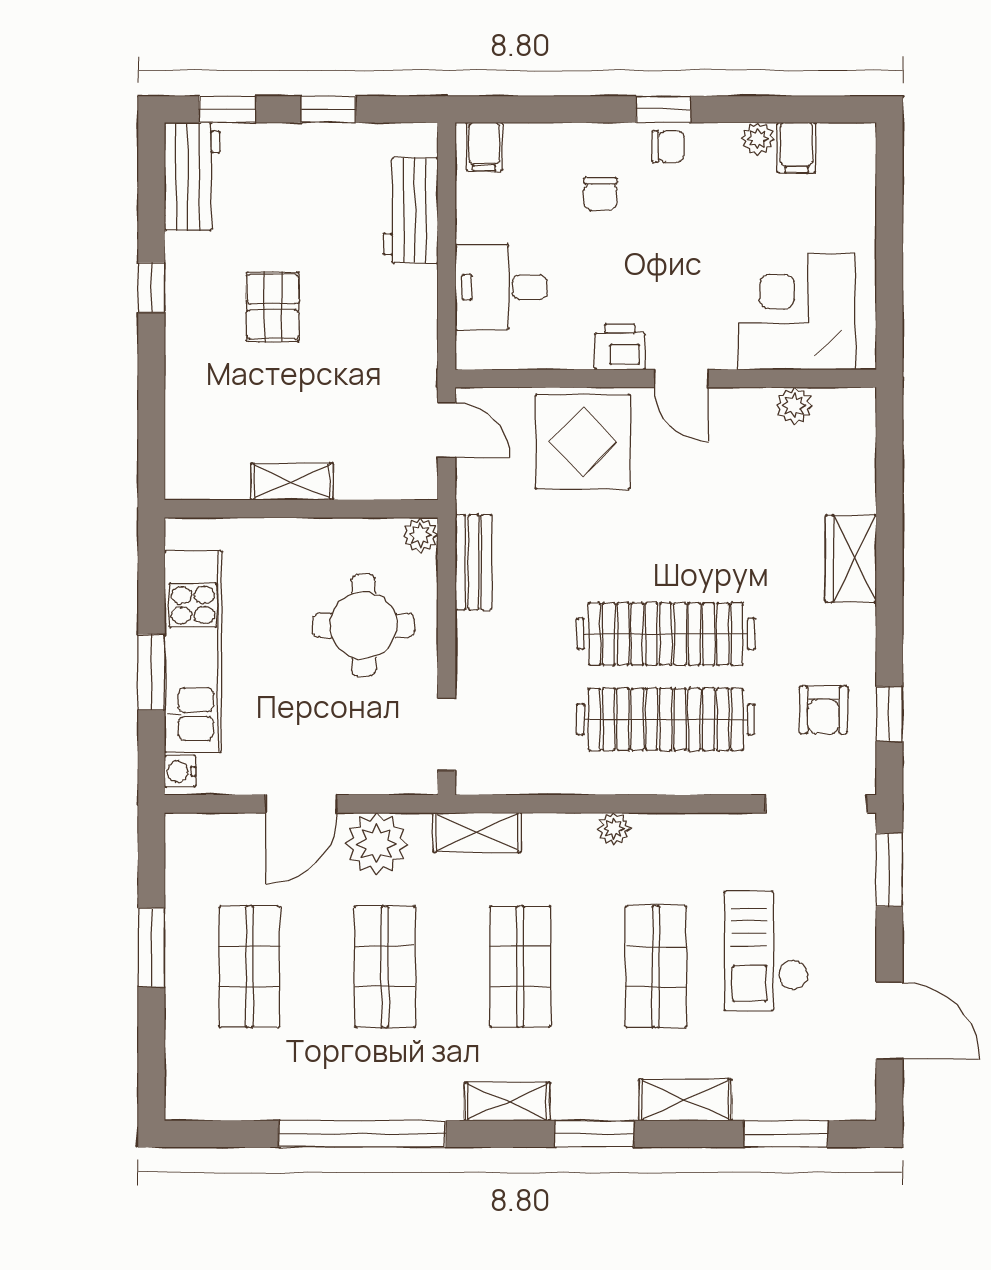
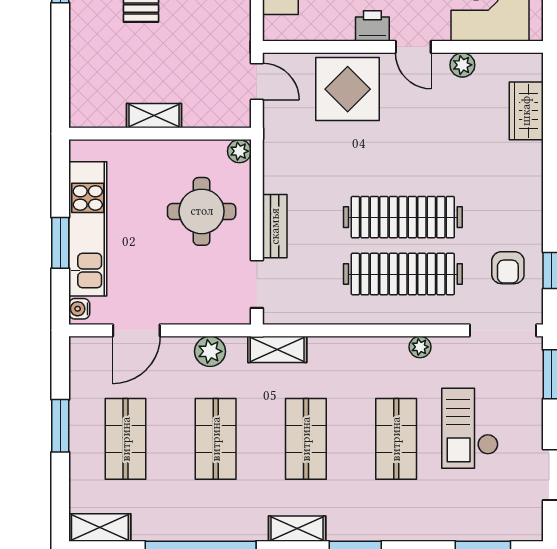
plant: (794, 406) -> (462, 65), moved
wardrobe: (851, 558) -> (526, 111), moved
bench: (473, 562) -> (275, 226), moved
door: (301, 804) -> (136, 330), moved
plant: (614, 829) -> (420, 347), moved
plant: (376, 844) -> (210, 351), width x0.73, depth x0.73
shelving: (685, 1100) -> (100, 527), moved

